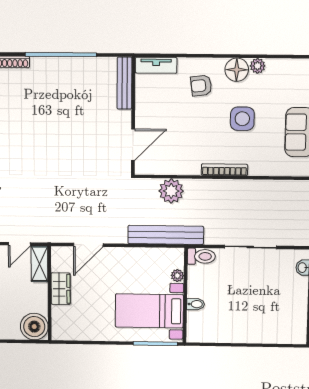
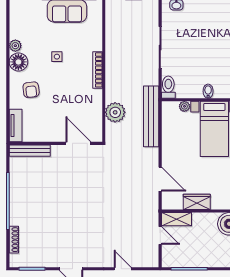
side table: (242, 119) -> (57, 57), width x0.54, depth x0.54

